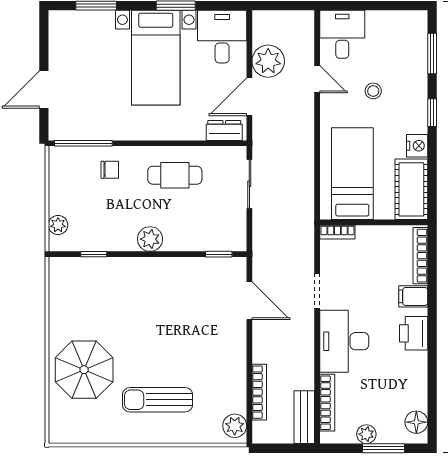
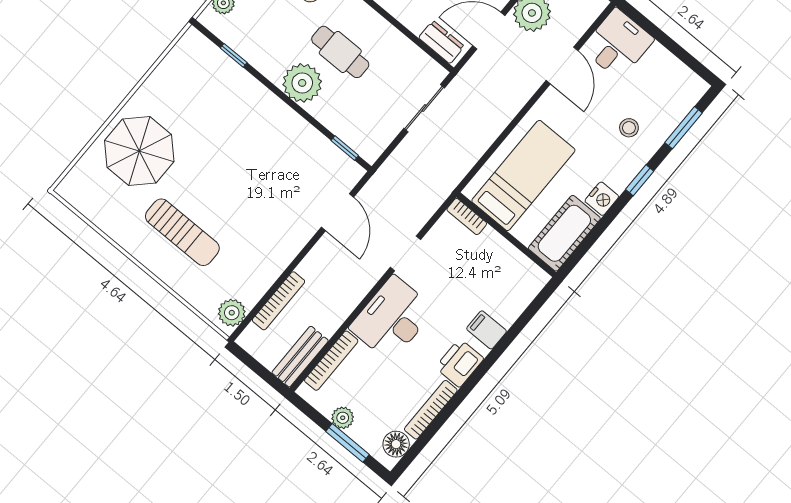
door: (317, 79) -> (562, 65), width x1.38
stool: (373, 91) -> (629, 128), moved
cafe table: (175, 175) -> (340, 52), moved
plant: (150, 239) -> (302, 83), width x1.36, depth x1.36
bookcase: (420, 256) -> (431, 410), moved
sun lounger: (158, 400) -> (182, 232), turned 180

